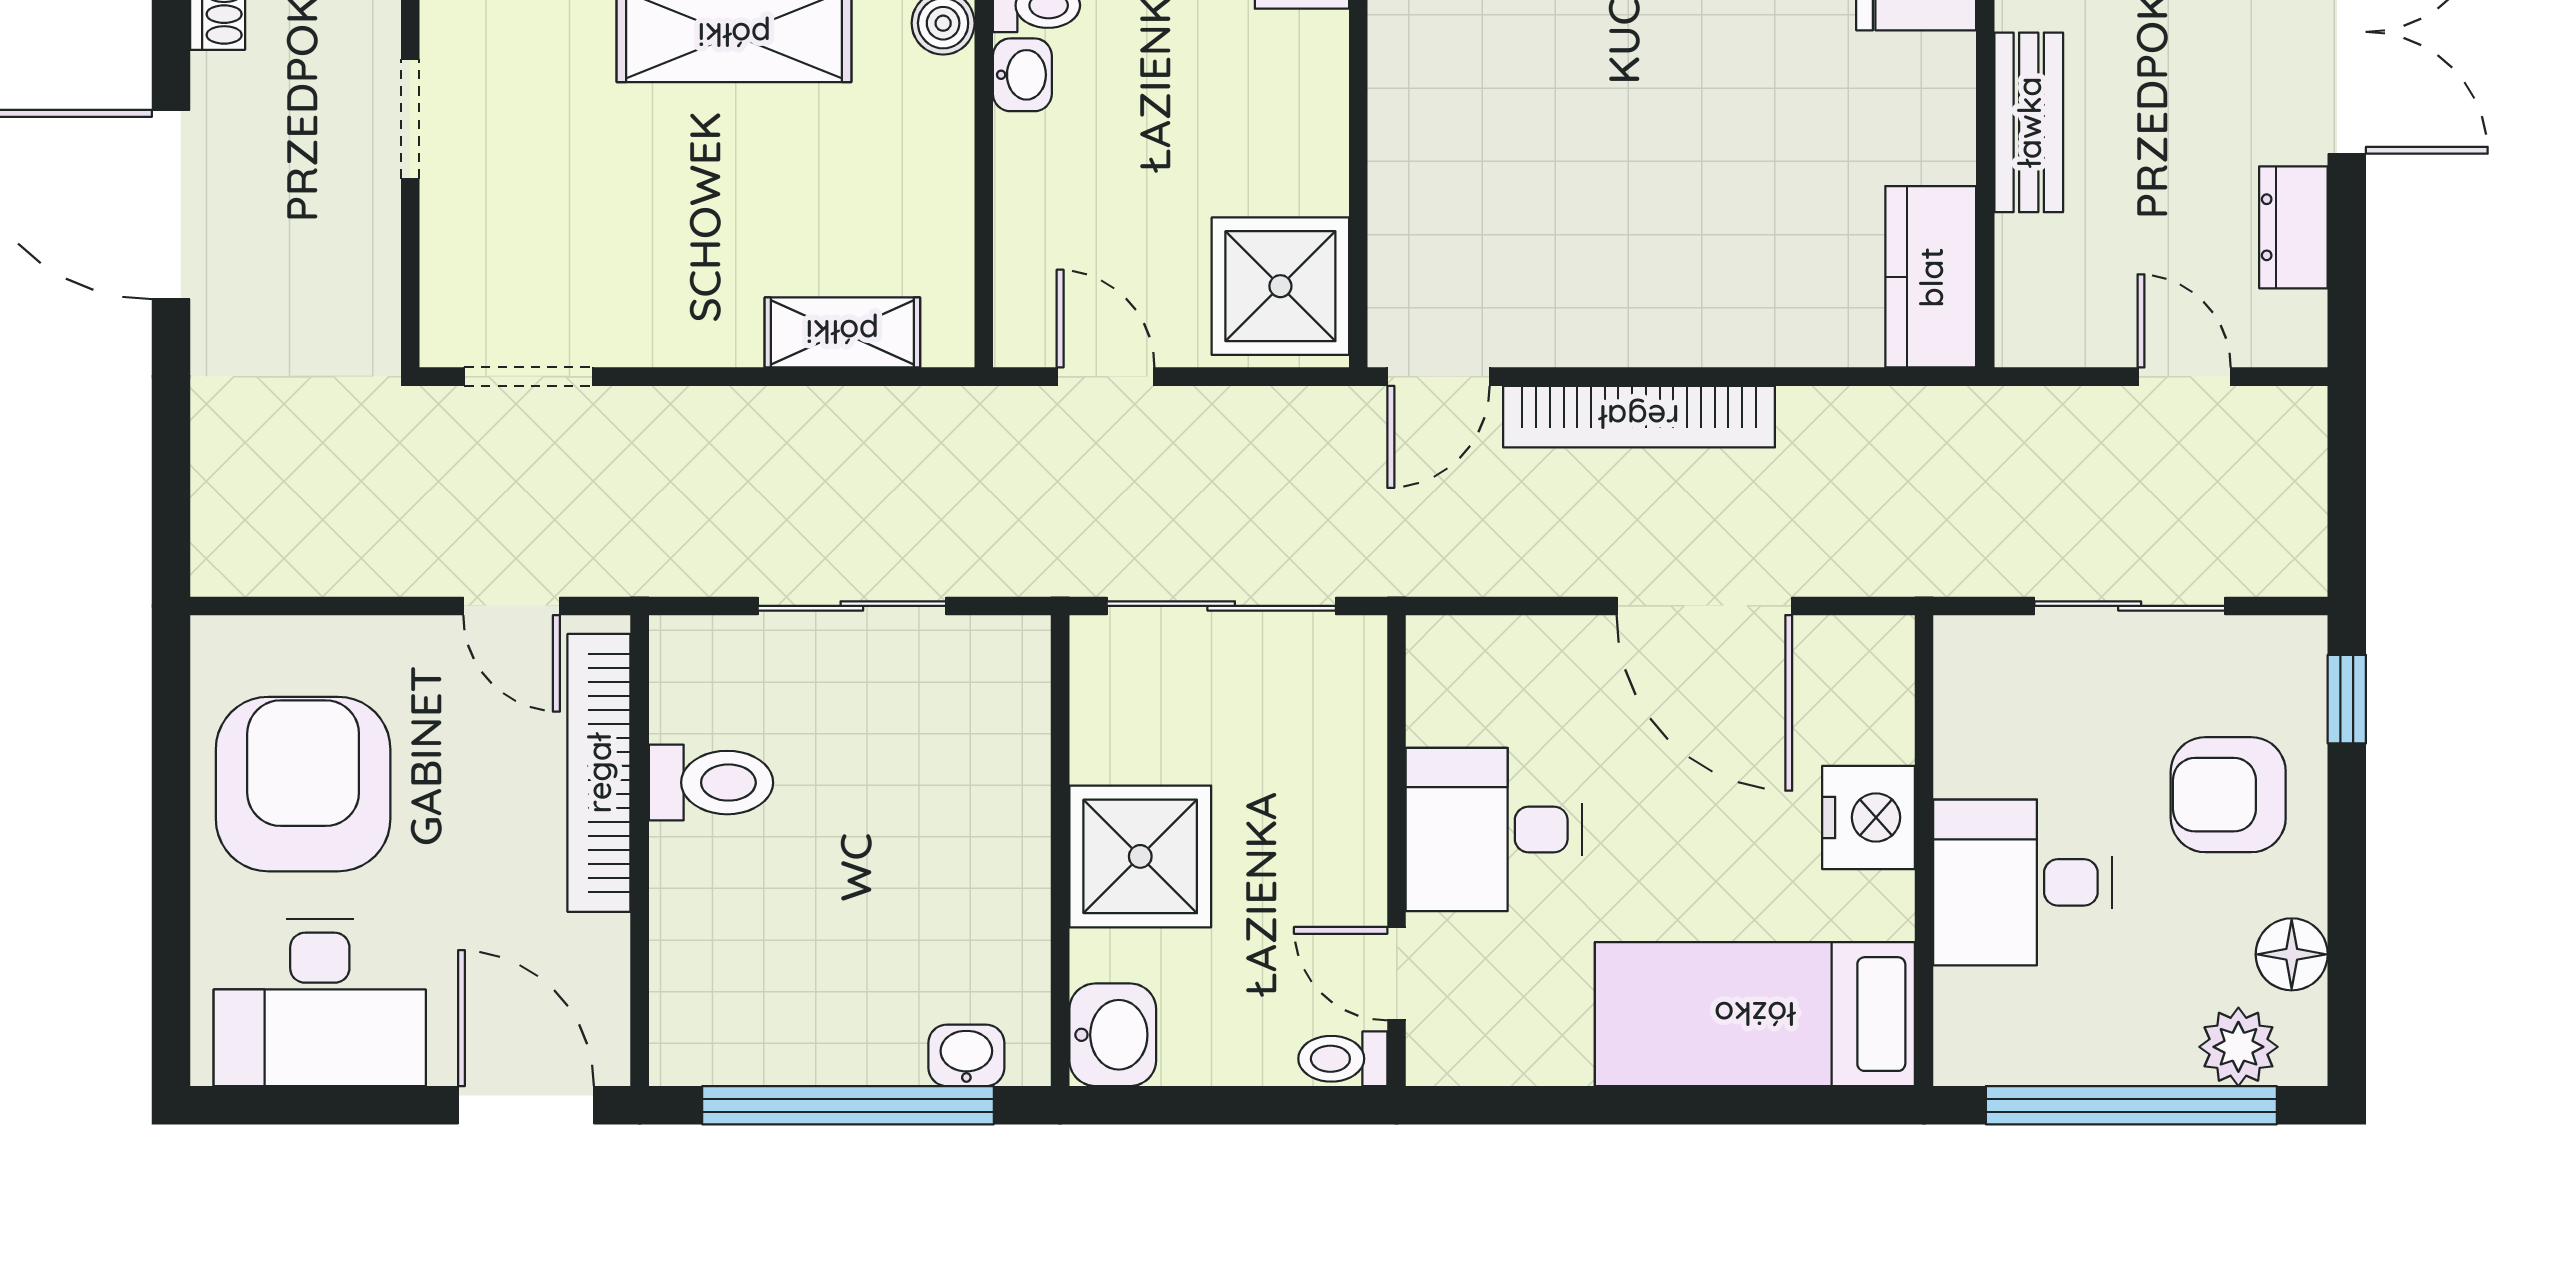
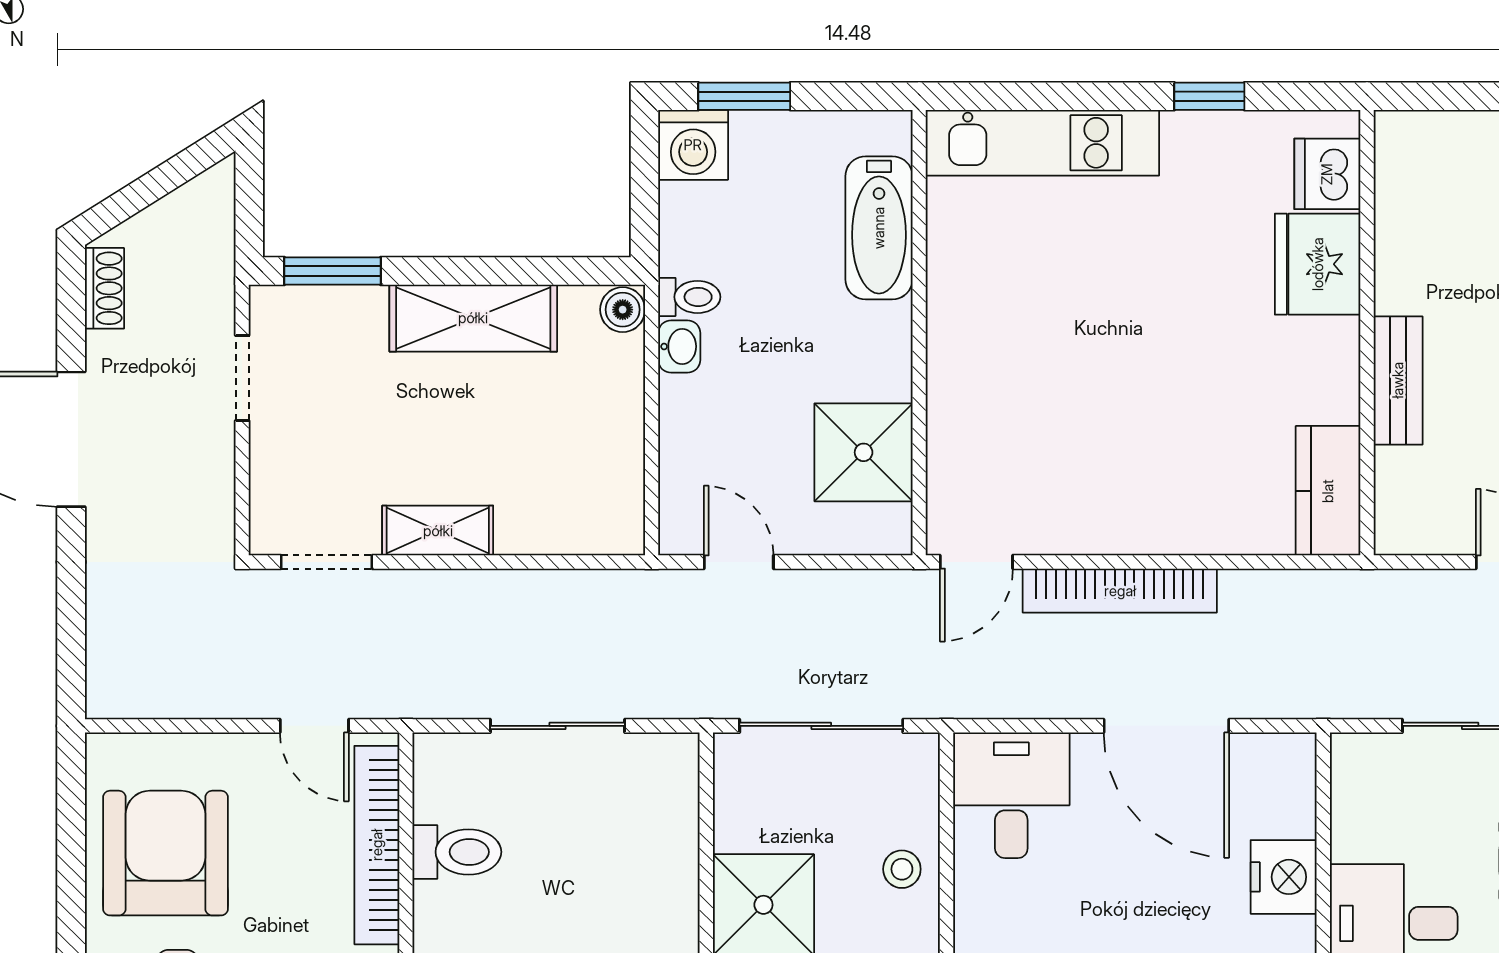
shower: (1280, 286) -> (864, 452), moved
shelving: (842, 332) -> (438, 531), moved
stool: (1334, 807) -> (902, 869), added
desk: (1494, 829) -> (1011, 795), moved, turned 90

